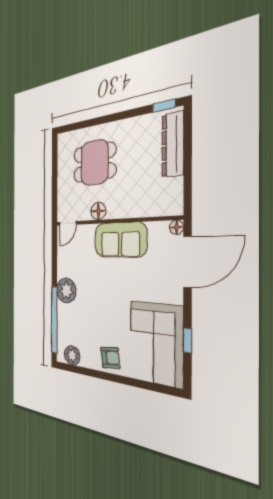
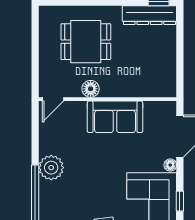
dresser: (173, 145) -> (149, 15), moved, turned -90
floor lamp: (177, 227) -> (170, 165), moved

